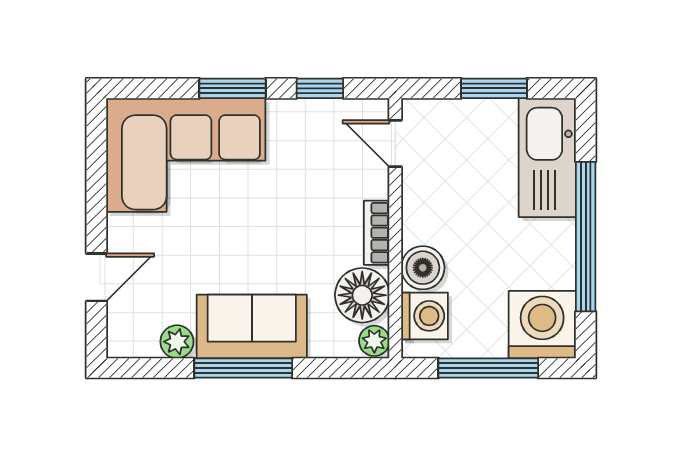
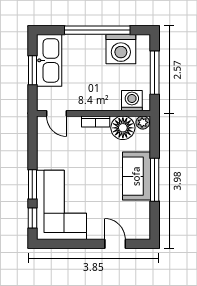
window: (320, 88) -> (32, 218), moved
door: (395, 143) -> (57, 113), hinge flipped
kitchen sink: (547, 158) -> (49, 60), moved, turned -90
boiler: (423, 268) -> (111, 101), removed
washing machine: (542, 325) -> (121, 49), moved, turned -90
plant: (177, 342) -> (143, 209), removed

